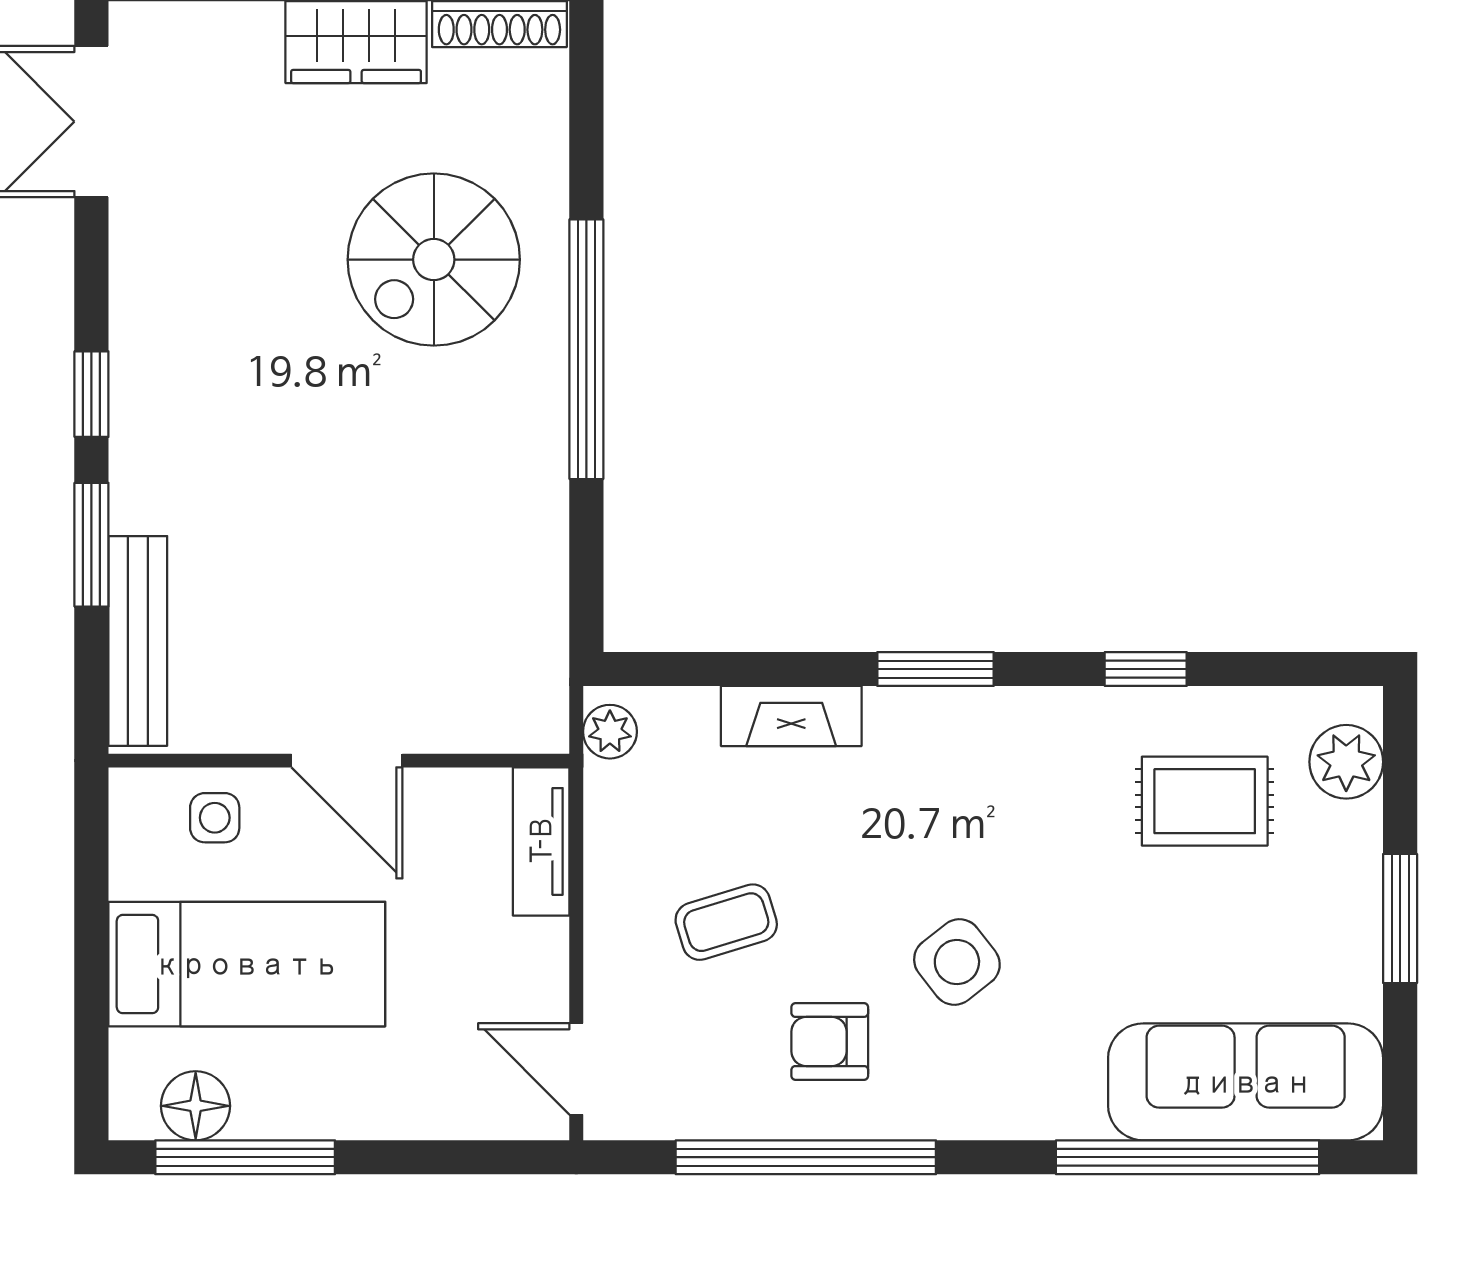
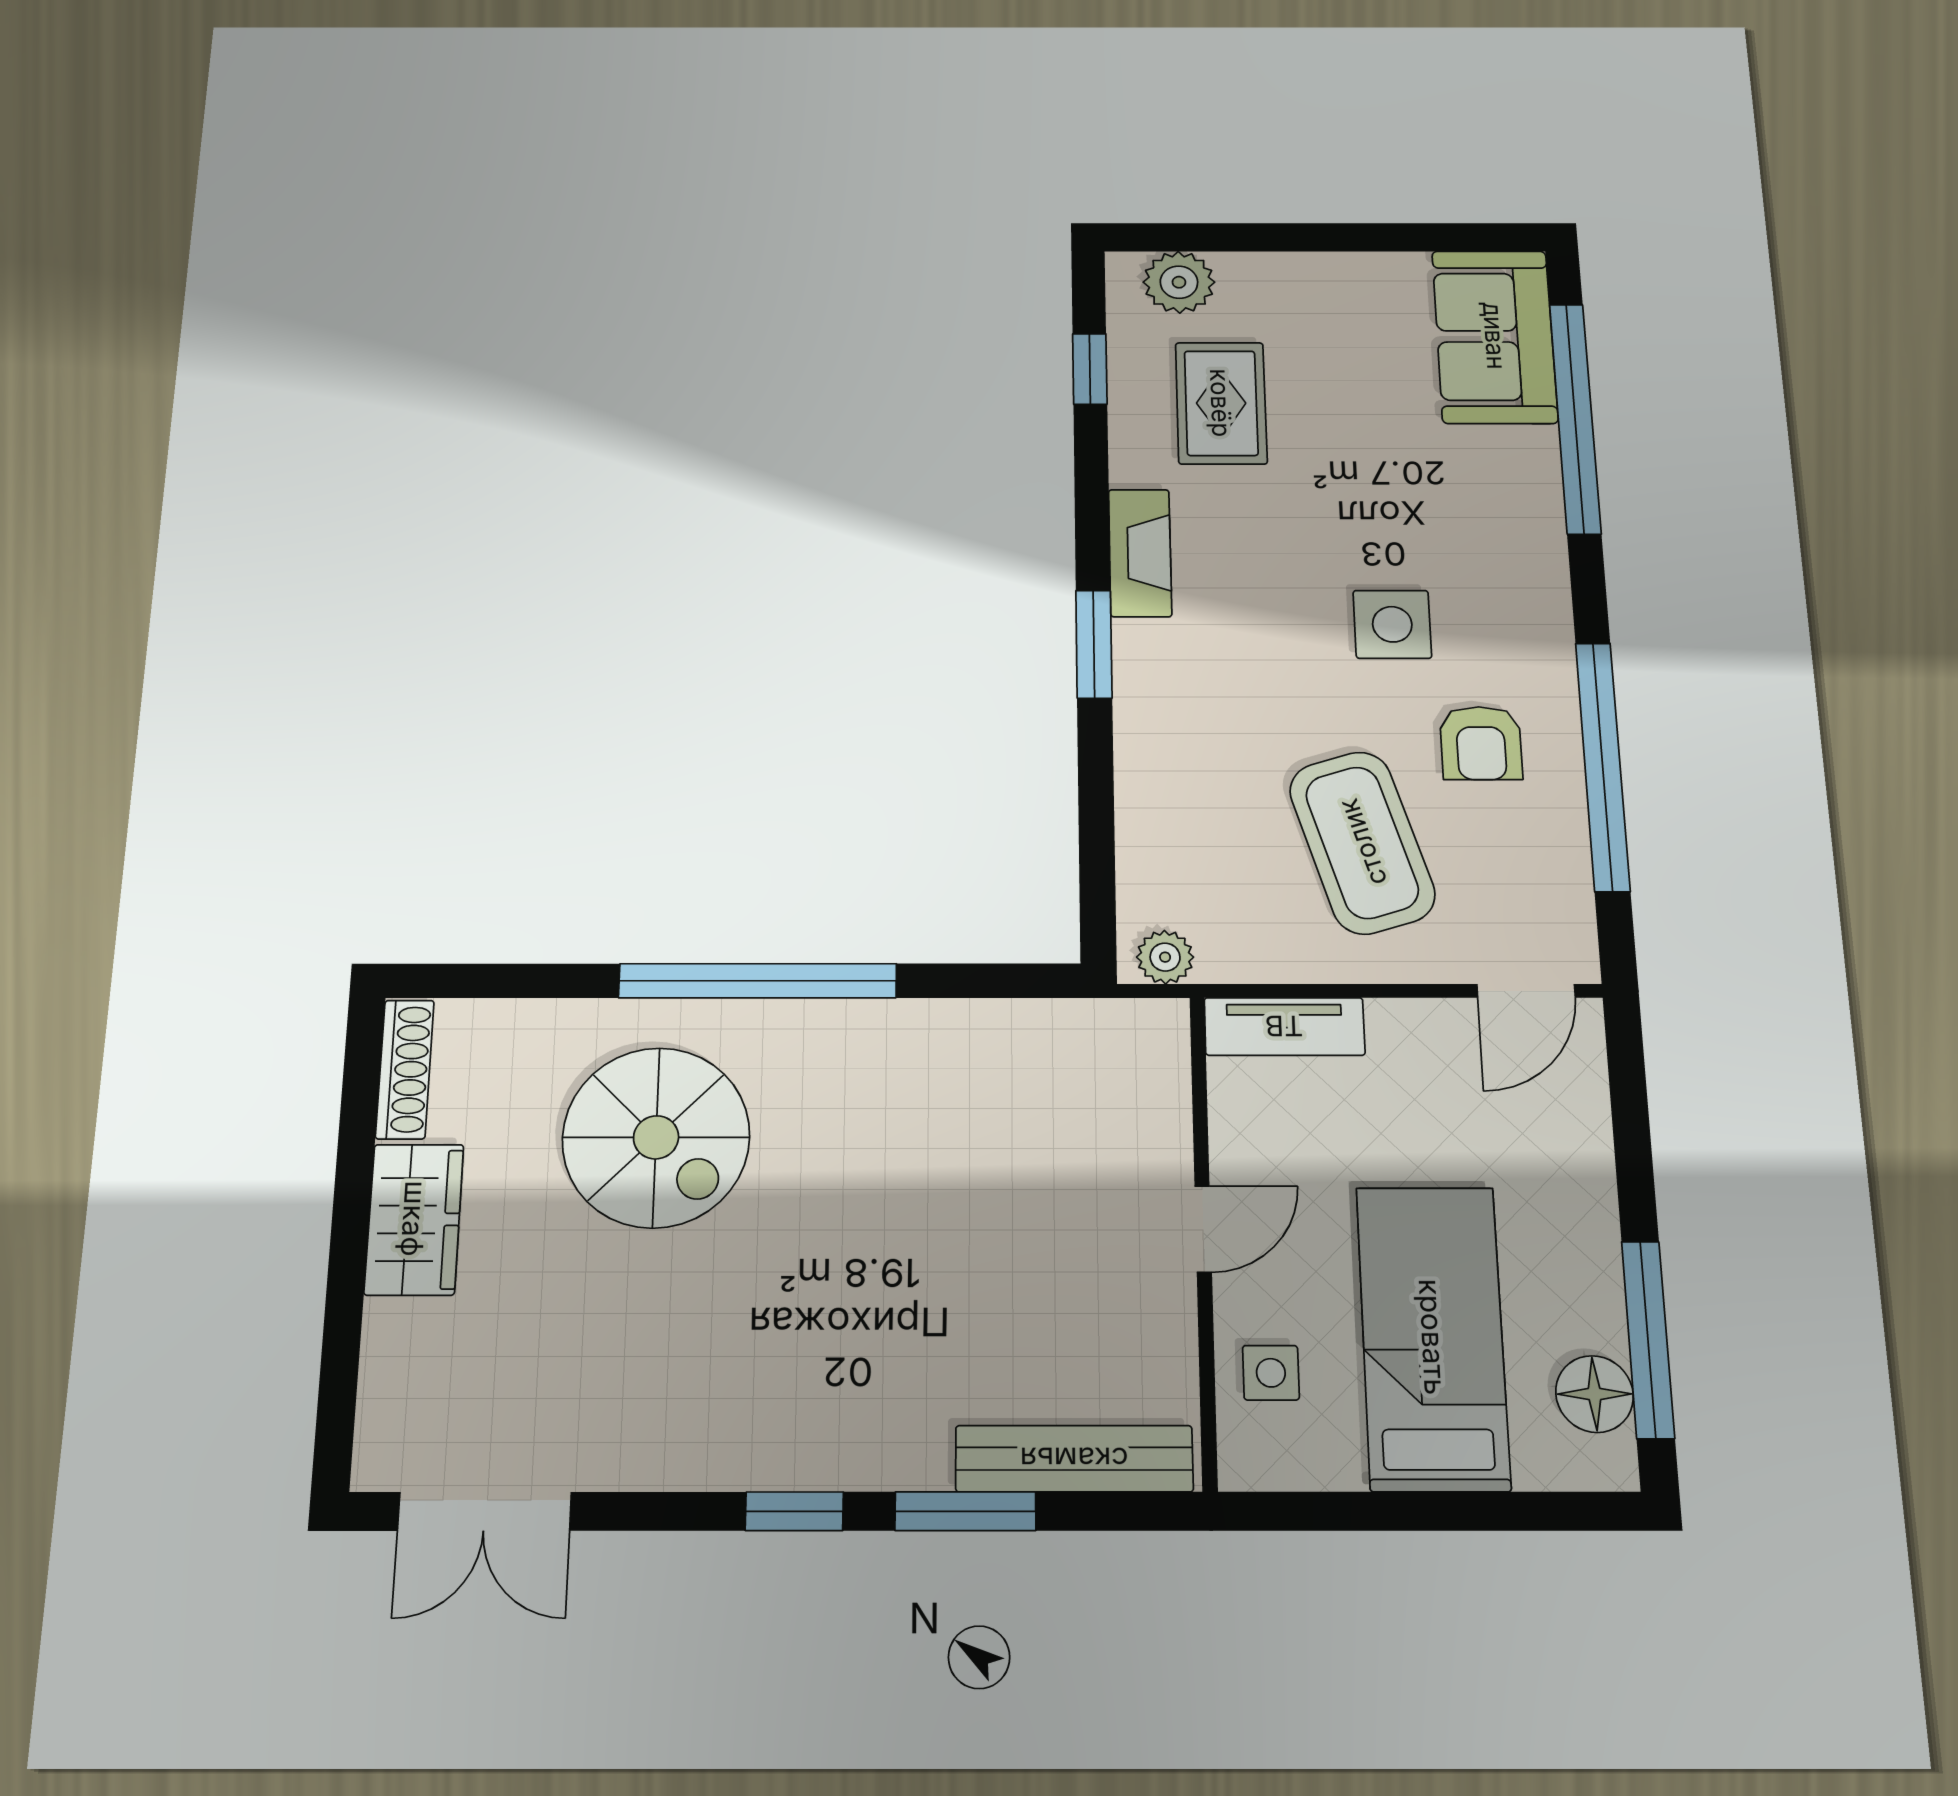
window: (1146, 669) -> (1090, 369), moved
fireplace: (791, 716) -> (1140, 553), moved
door: (347, 761) -> (1203, 1229), width x0.73
window: (1400, 919) -> (1329, 237), removed
coffee table: (726, 922) -> (1362, 842), width x1.86, depth x1.72
side table: (957, 962) -> (1392, 624), turned 38
sofa: (1246, 1082) -> (1495, 336), width x0.73

